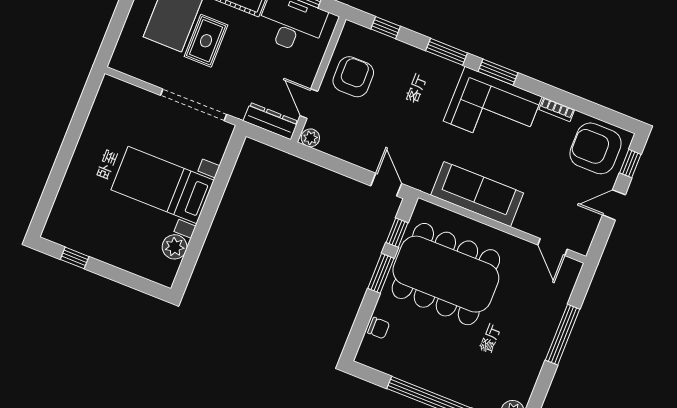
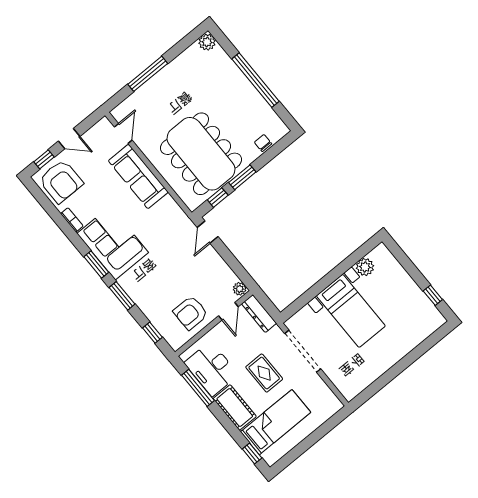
rug: (206, 41) -> (264, 373), moved, turned 90
sofa: (477, 194) -> (138, 176), moved

